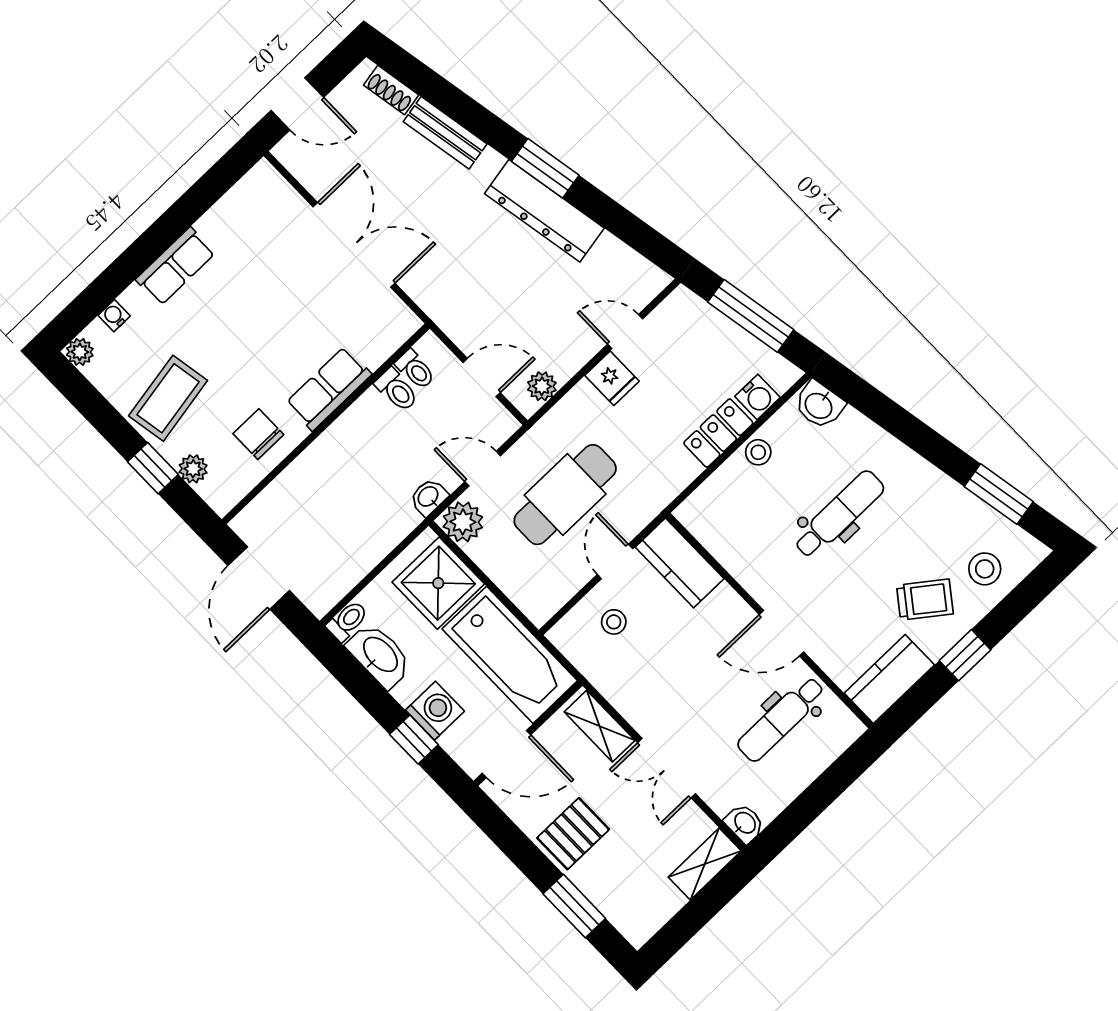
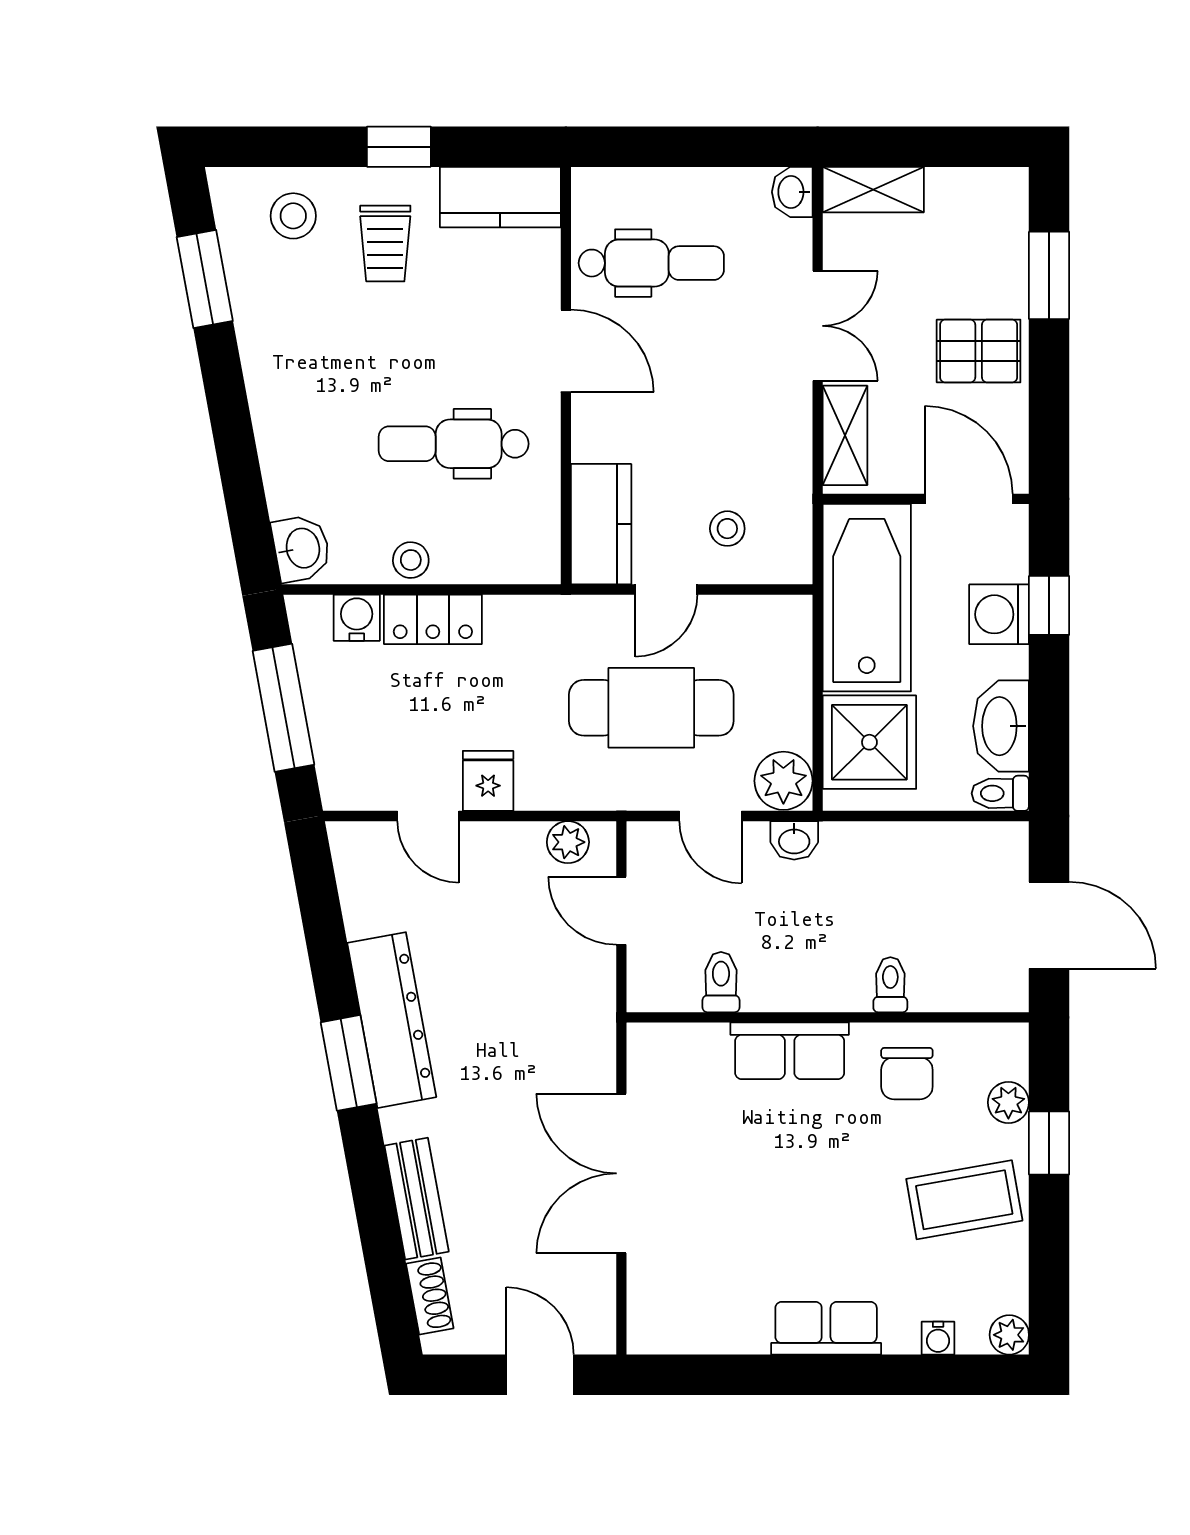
toilet: (415, 369) -> (890, 985), moved
dental chair: (839, 514) -> (454, 444), moved
door: (259, 578) -> (1049, 925), hinge flipped
trolley: (925, 600) -> (385, 244), turned -127

